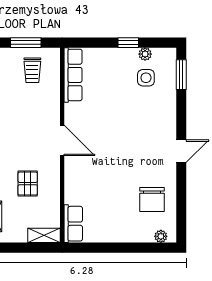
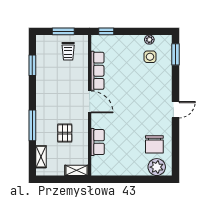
window: (128, 43) -> (106, 31), moved
row of seats: (73, 75) -> (97, 71), moved
row of seats: (73, 224) -> (98, 142), moved
plant: (161, 236) -> (157, 167), width x1.88, depth x1.88

